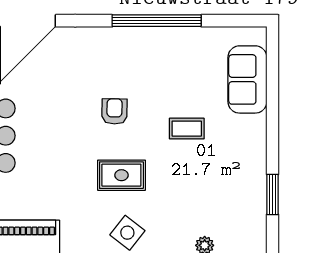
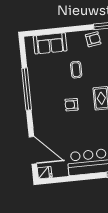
armchair: (247, 171) -> (93, 39), added

